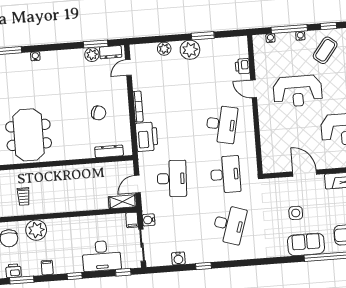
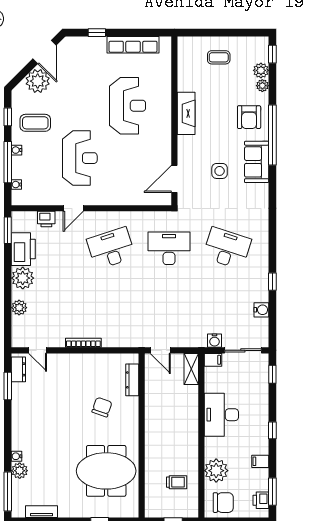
window: (203, 36) -> (8, 230), moved
coffee table: (325, 50) -> (35, 123), turned -38
plant: (92, 55) -> (20, 471), moved
chair: (99, 113) -> (102, 407), moved
desk: (222, 124) -> (111, 248), turned -30
printer: (147, 137) -> (23, 249), moved, turned 90
door: (305, 173) -> (174, 179), moved
desk: (172, 179) -> (169, 310), removed
door: (137, 184) -> (160, 350), moved
desk: (102, 256) -> (221, 415), moved, turned 180

